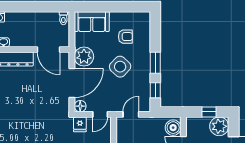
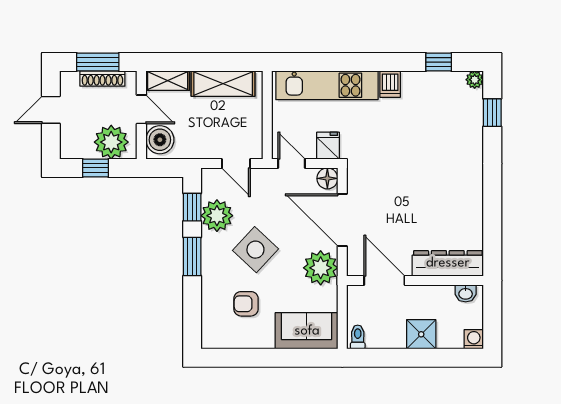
shower: (28, 20) -> (421, 334), added
door: (72, 83) -> (342, 220), hinge flipped
plant: (141, 85) -> (217, 216), added
door: (100, 114) -> (292, 164), hinge flipped
door: (131, 114) -> (236, 164), hinge flipped
plant: (219, 126) -> (111, 142), moved

